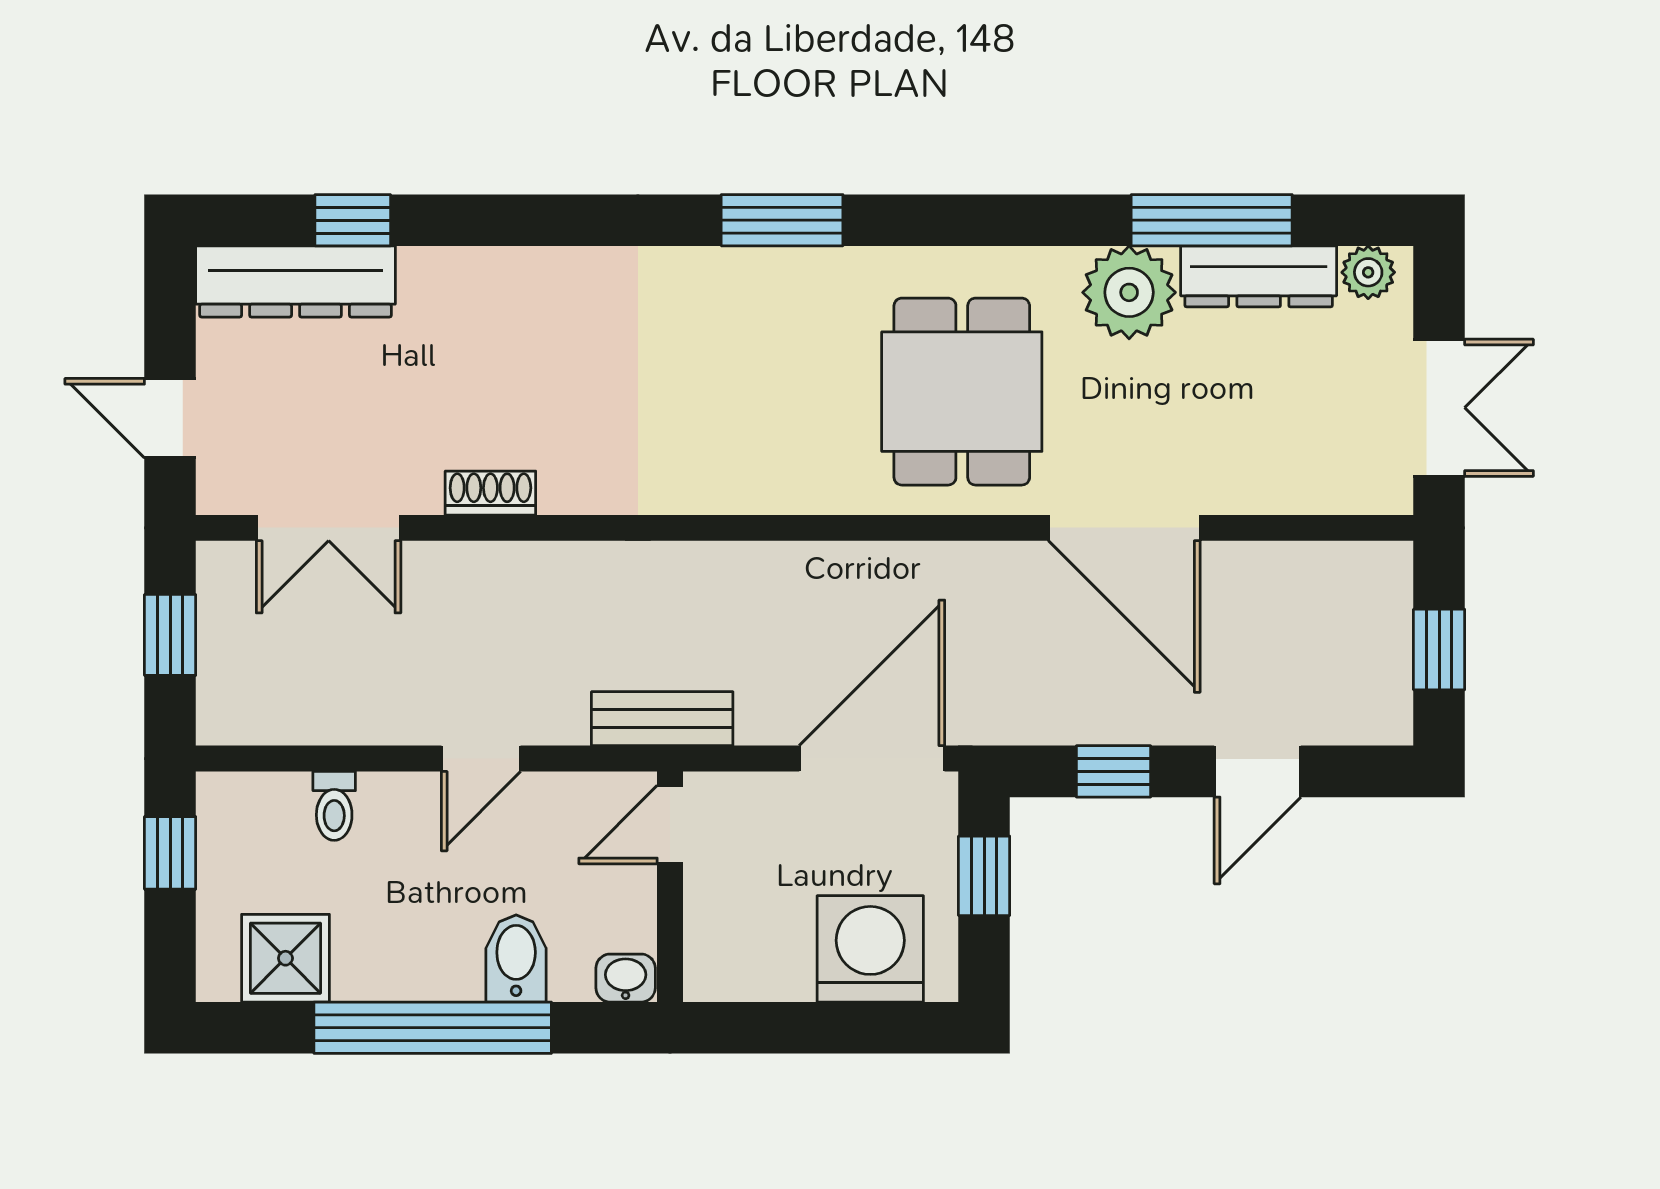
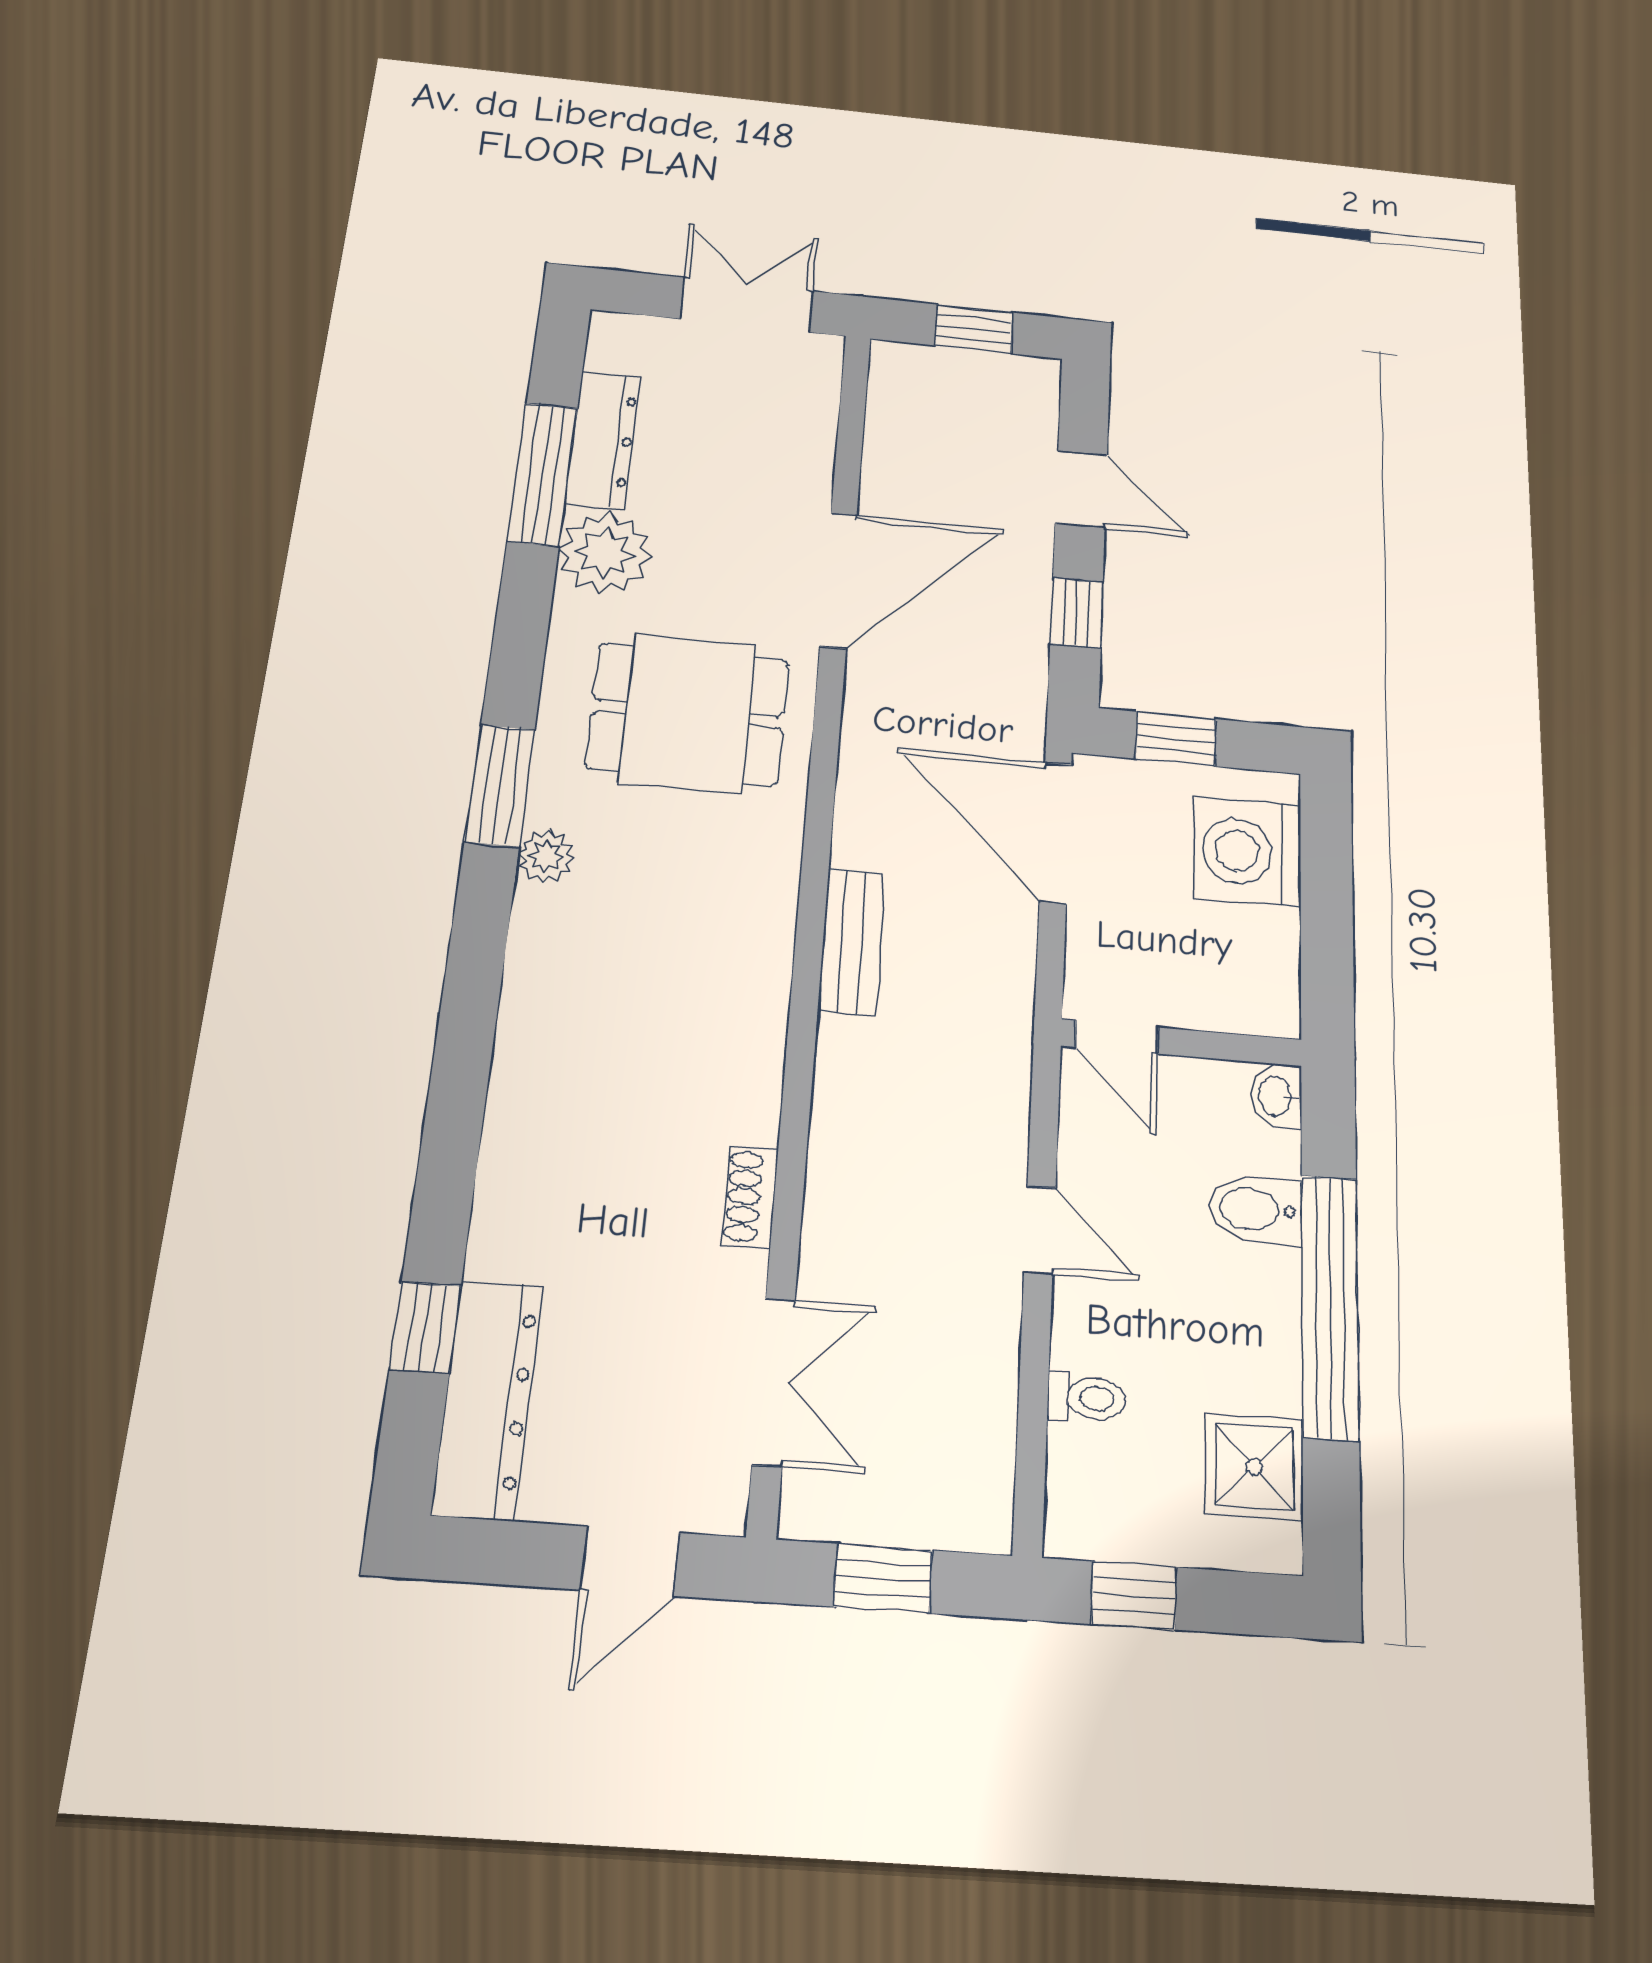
window: (782, 220) -> (500, 785), moved
plant: (1368, 272) -> (546, 856), moved
bench: (662, 719) -> (851, 942), moved

